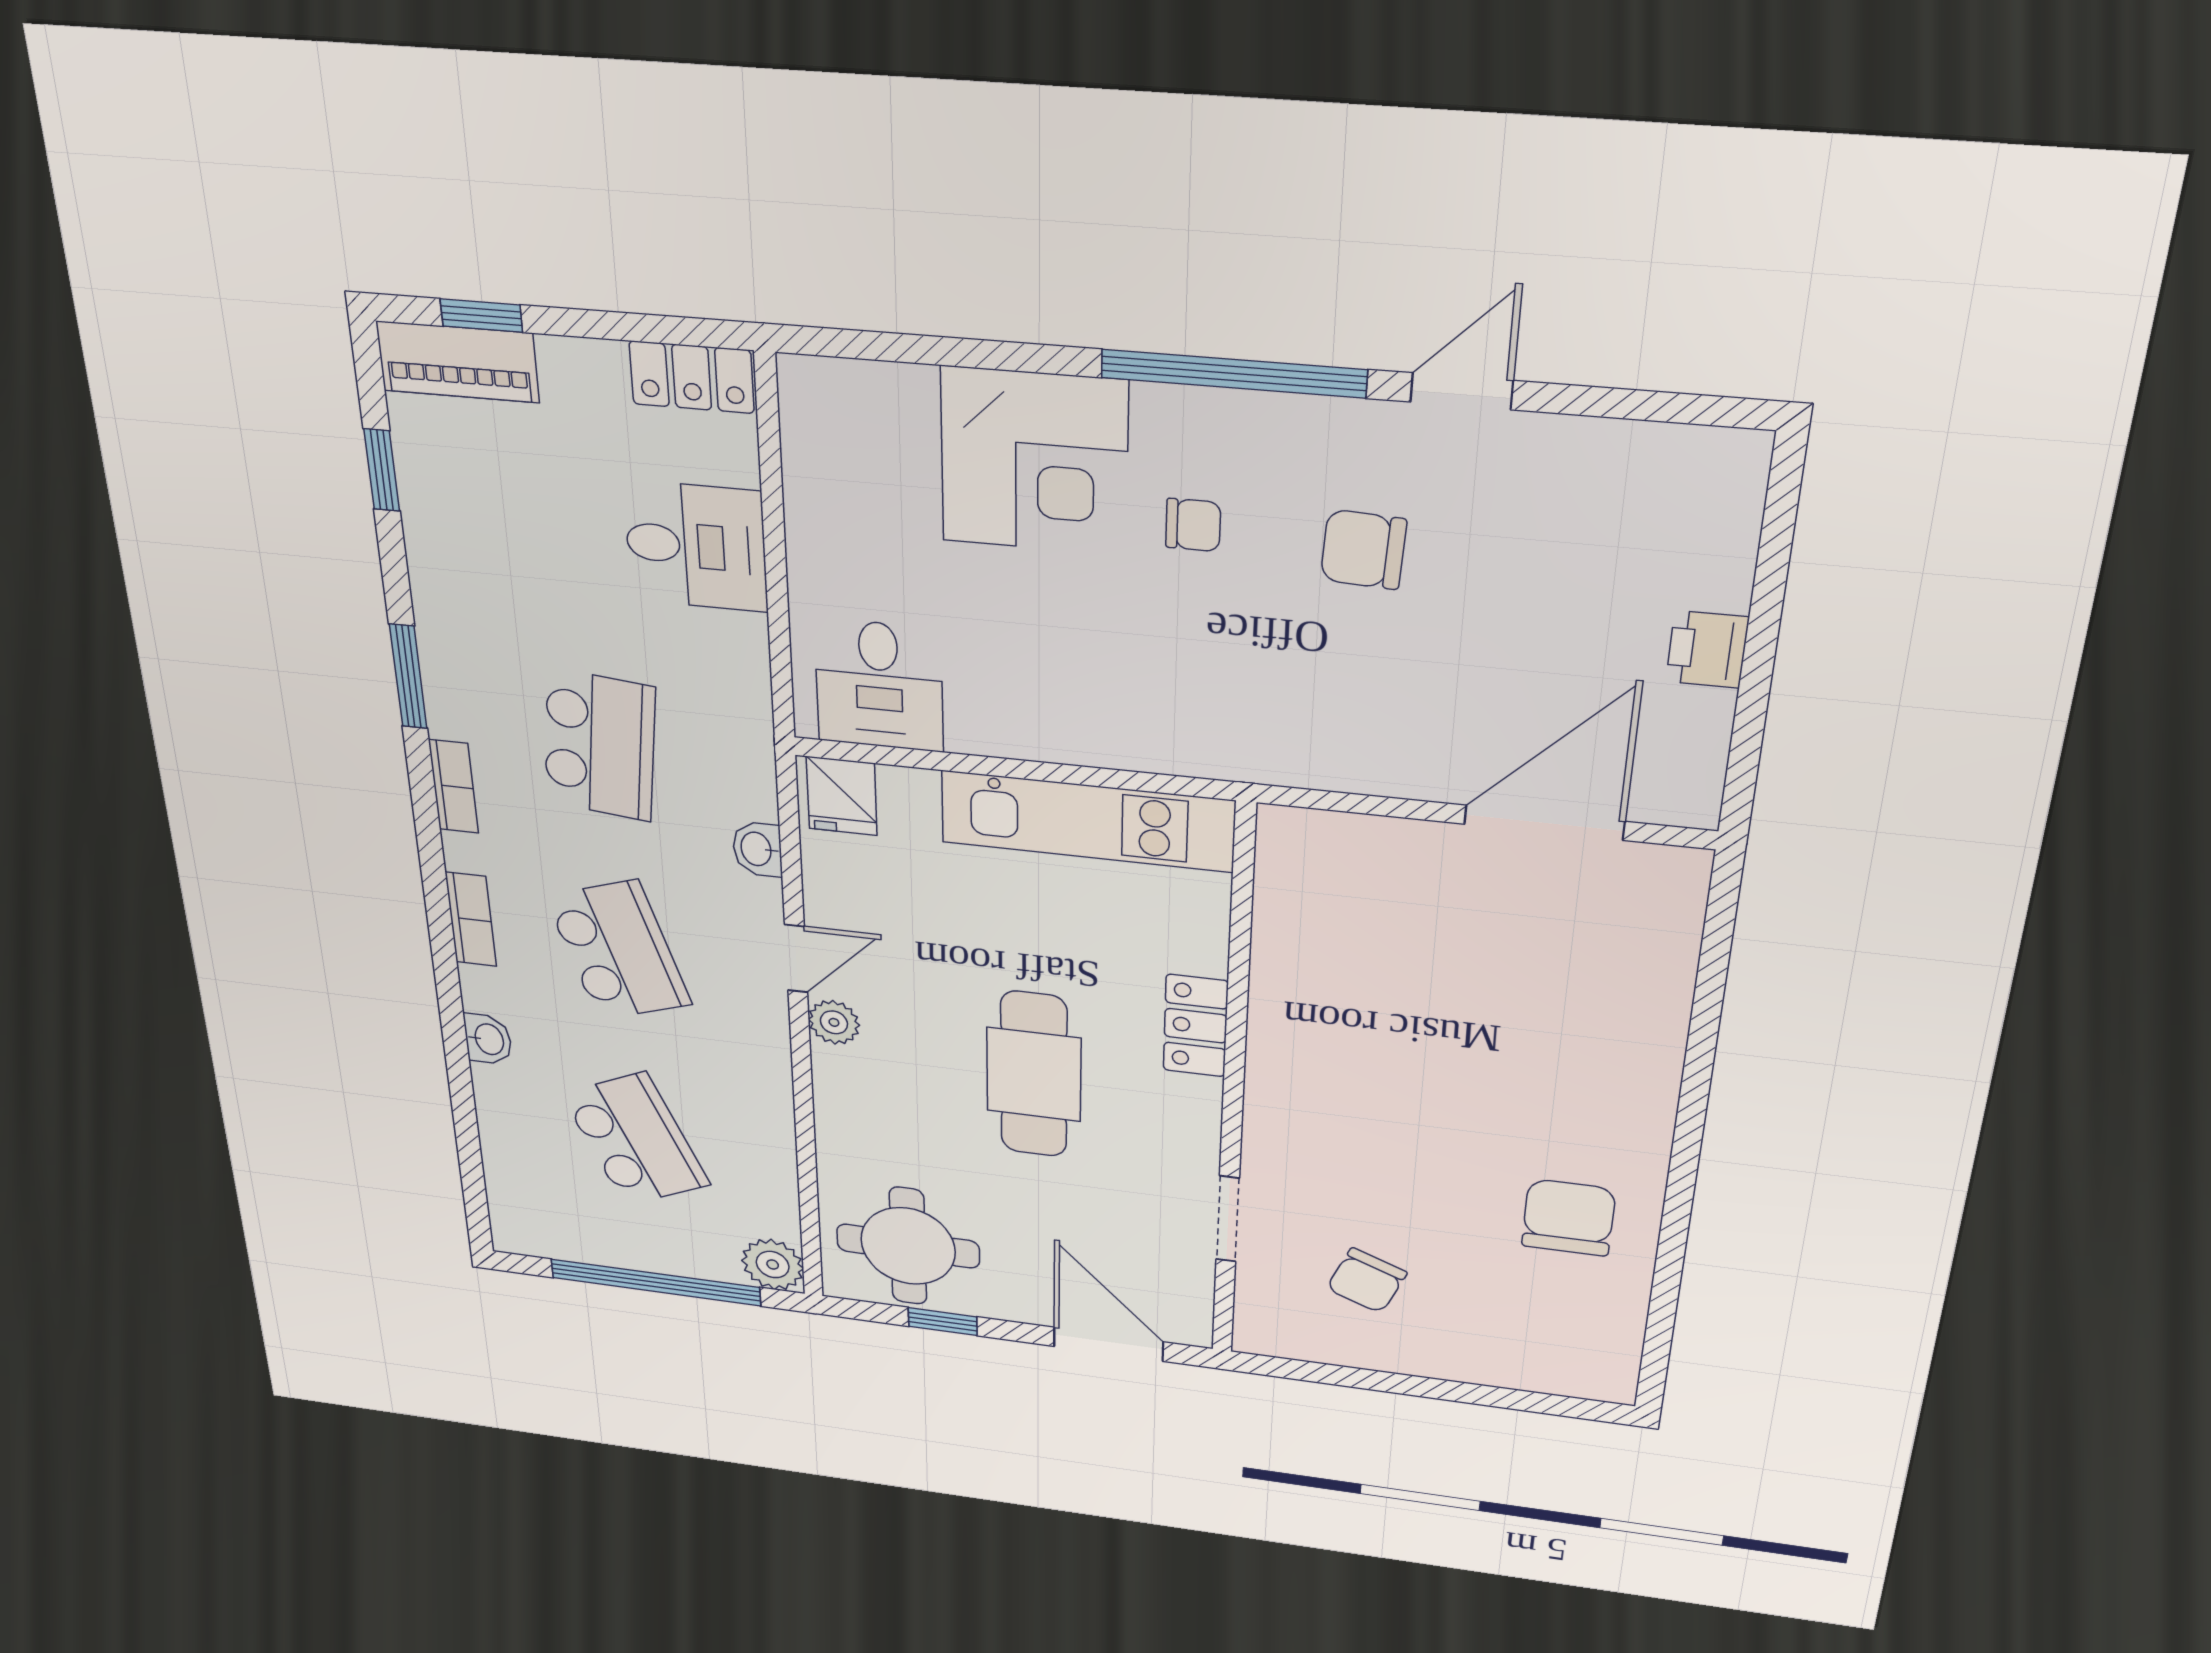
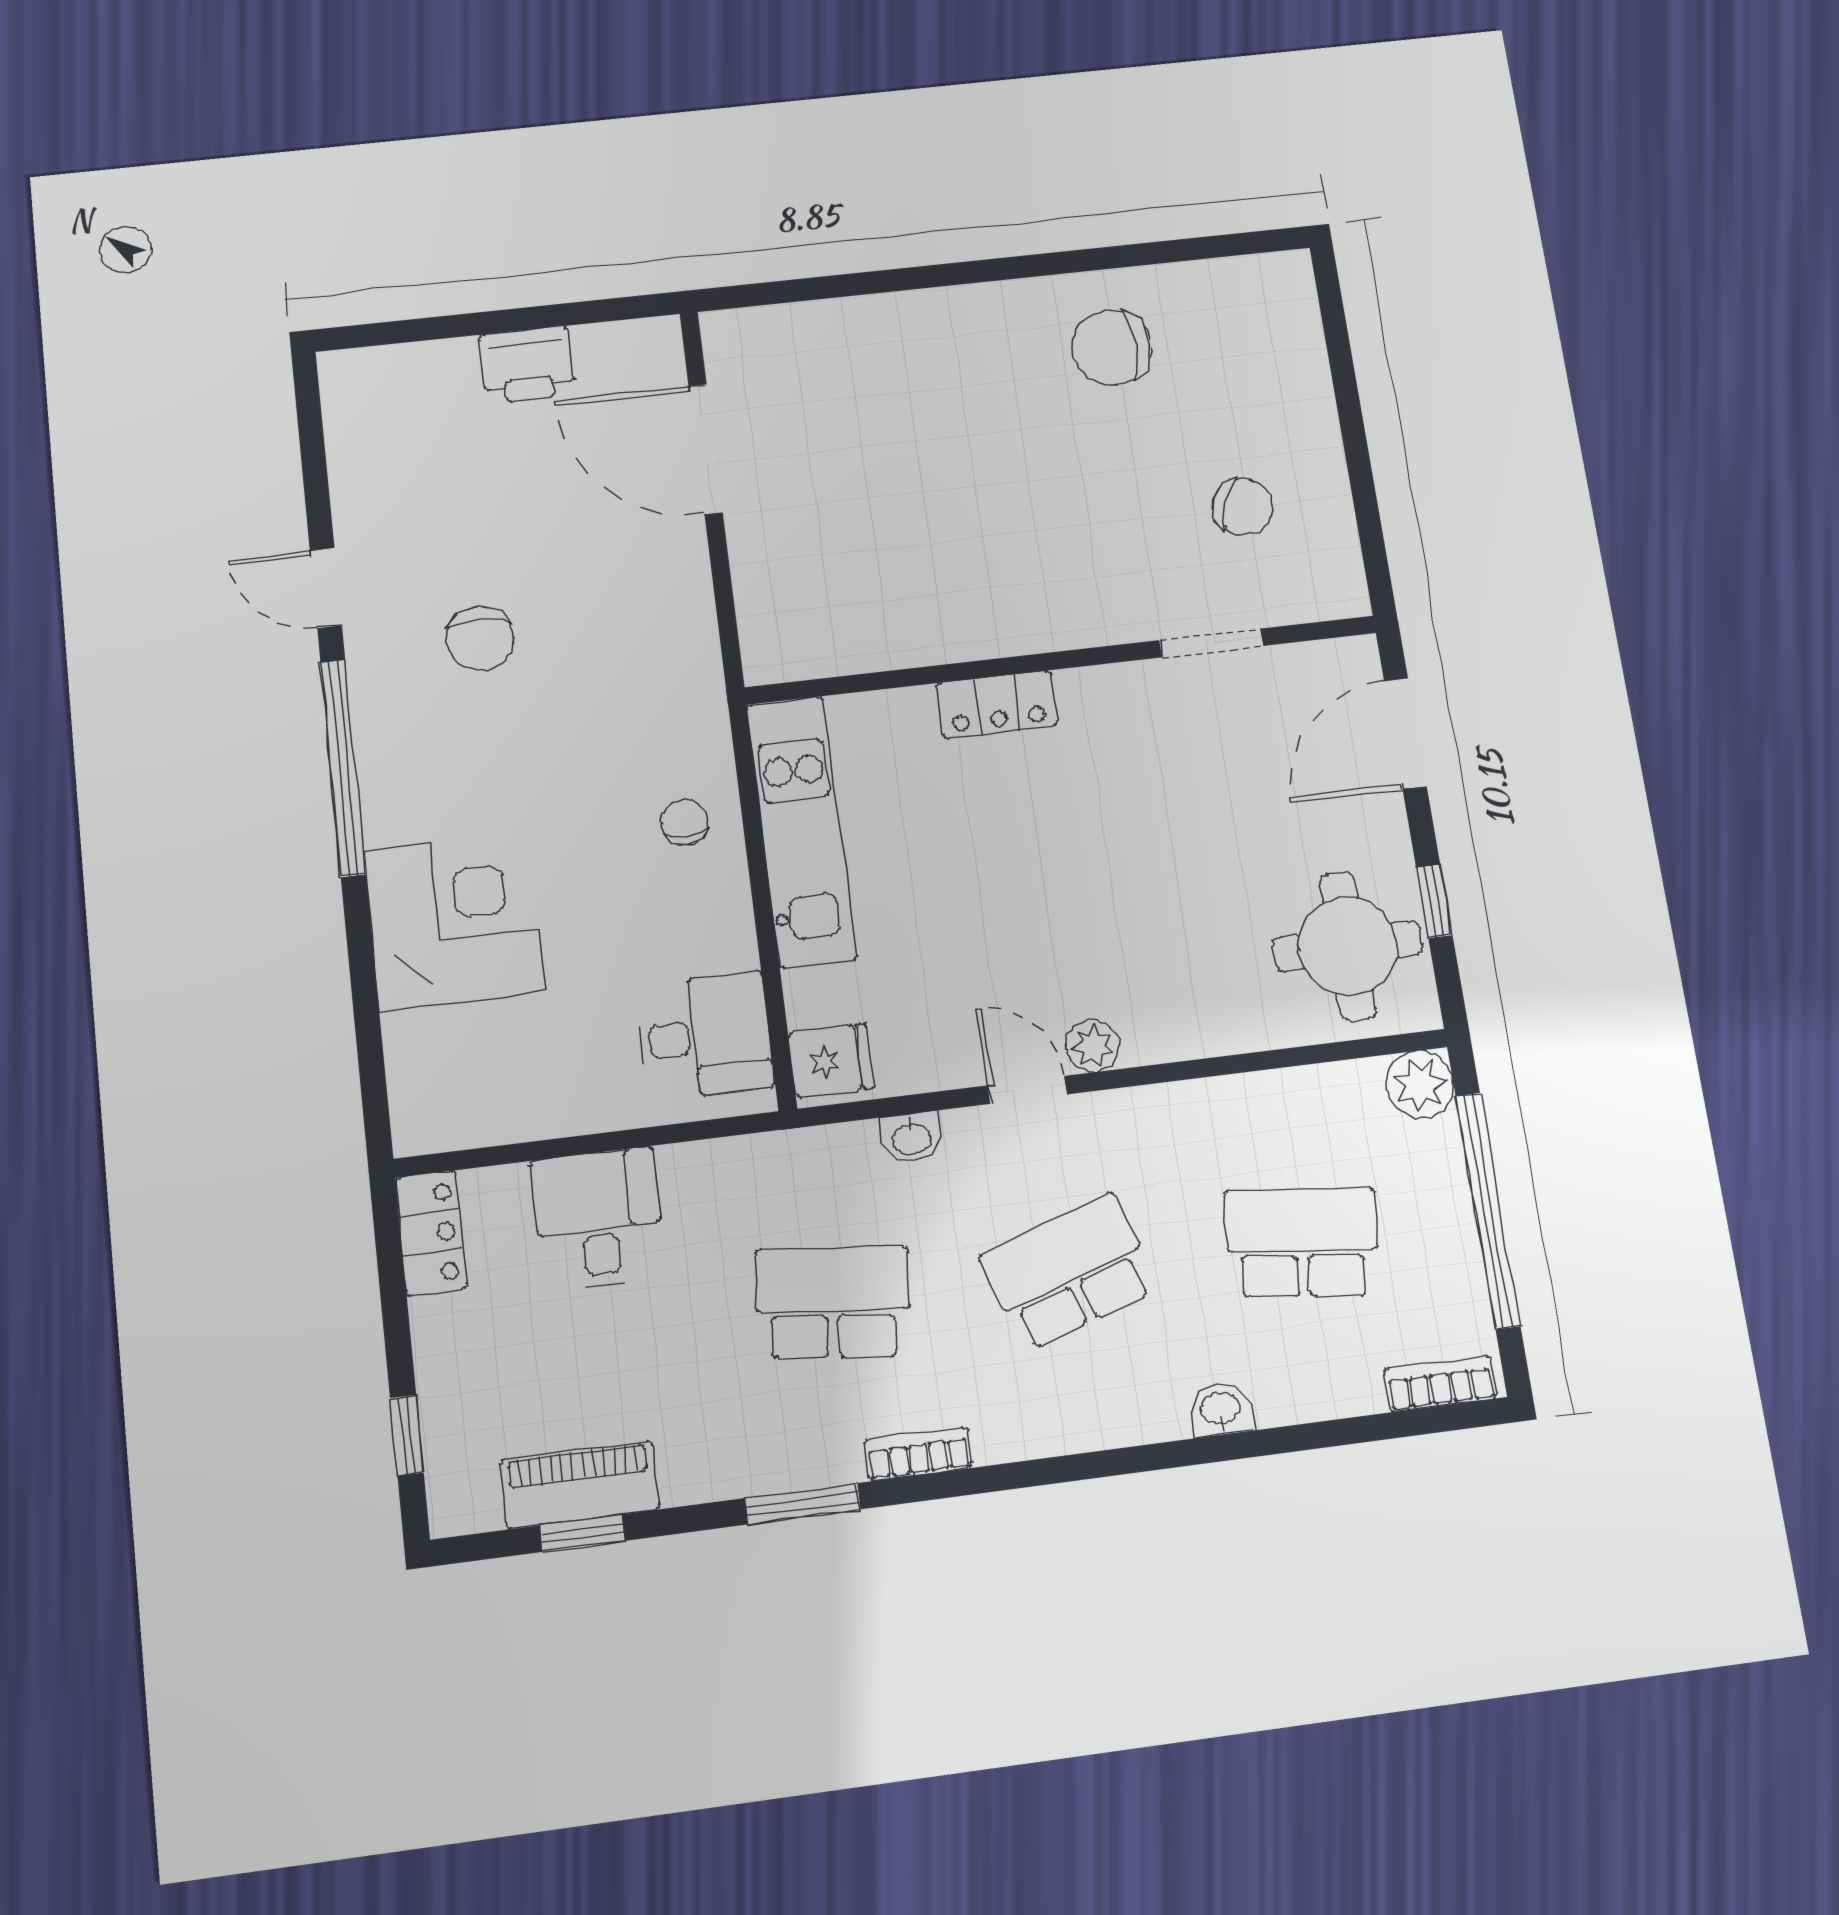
piano: (458, 362) -> (580, 1485), moved, turned -90
chair: (1193, 525) -> (685, 822), moved
printer: (1707, 649) -> (527, 365), width x1.36, depth x1.24
bookcase: (471, 919) -> (1440, 1383), moved
cafe table: (1034, 1075) -> (1097, 846), removed
school desk: (635, 1139) -> (1302, 1242), turned 30

